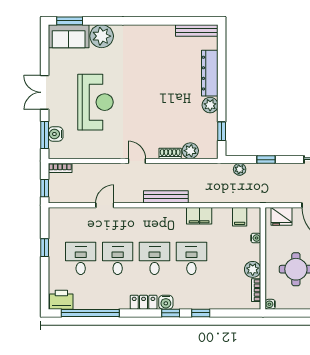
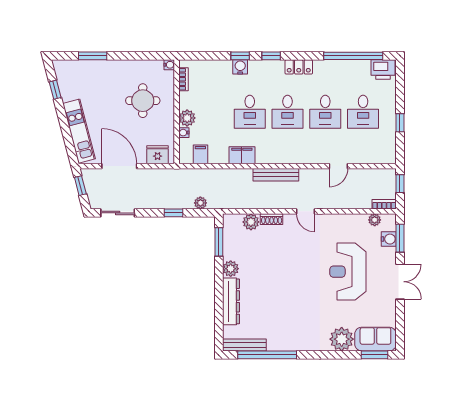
window: (174, 21) -> (267, 355), added
window: (222, 131) -> (219, 242), width x1.50
plant: (69, 153) -> (375, 220), added
plant: (253, 269) -> (187, 118), moved
water cooler: (166, 302) -> (240, 67), moved

